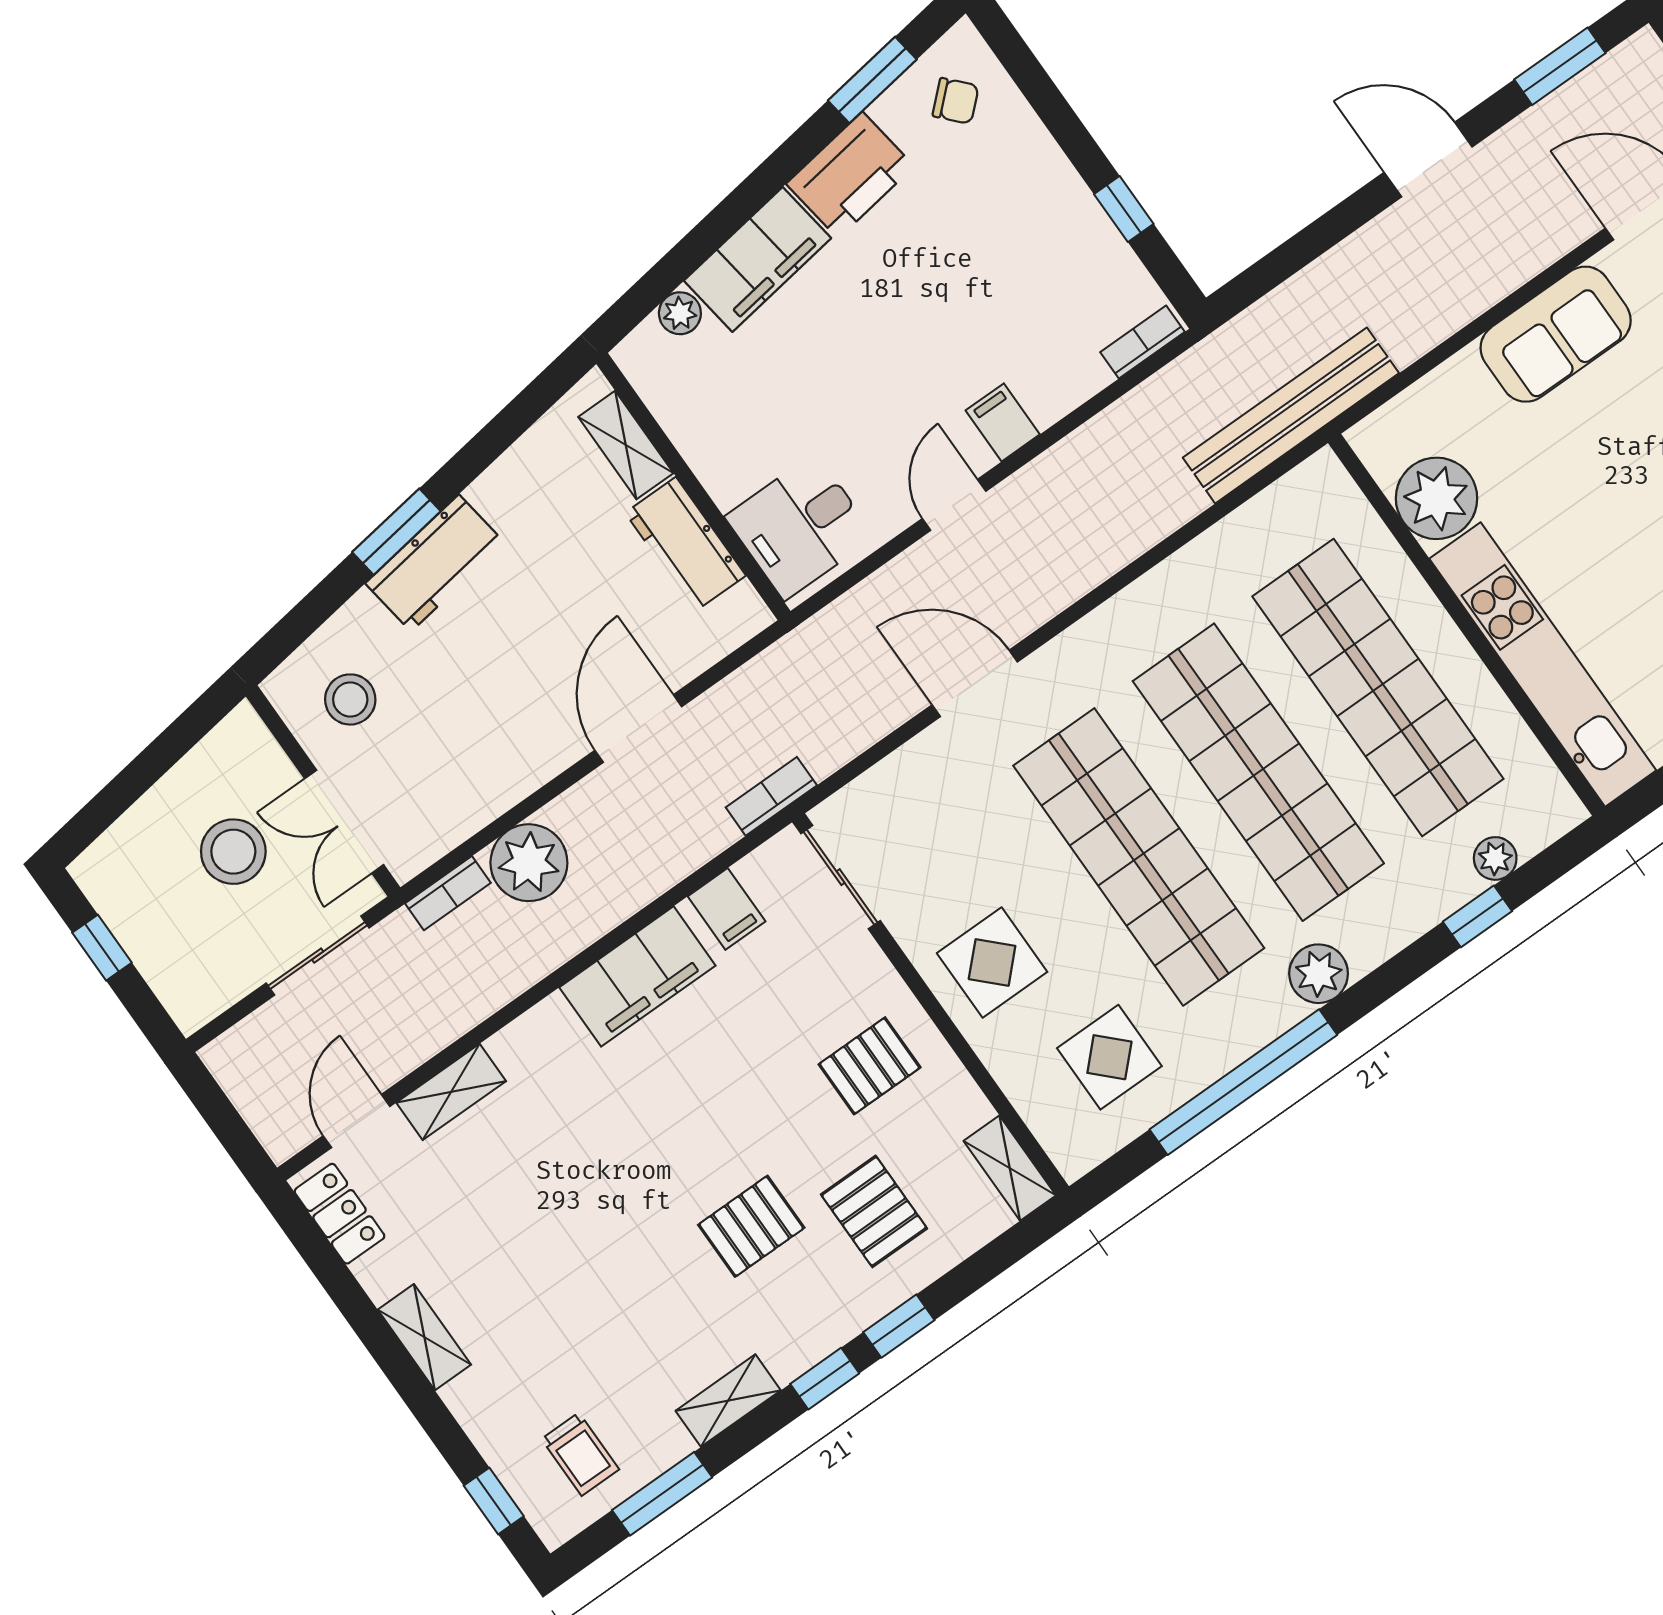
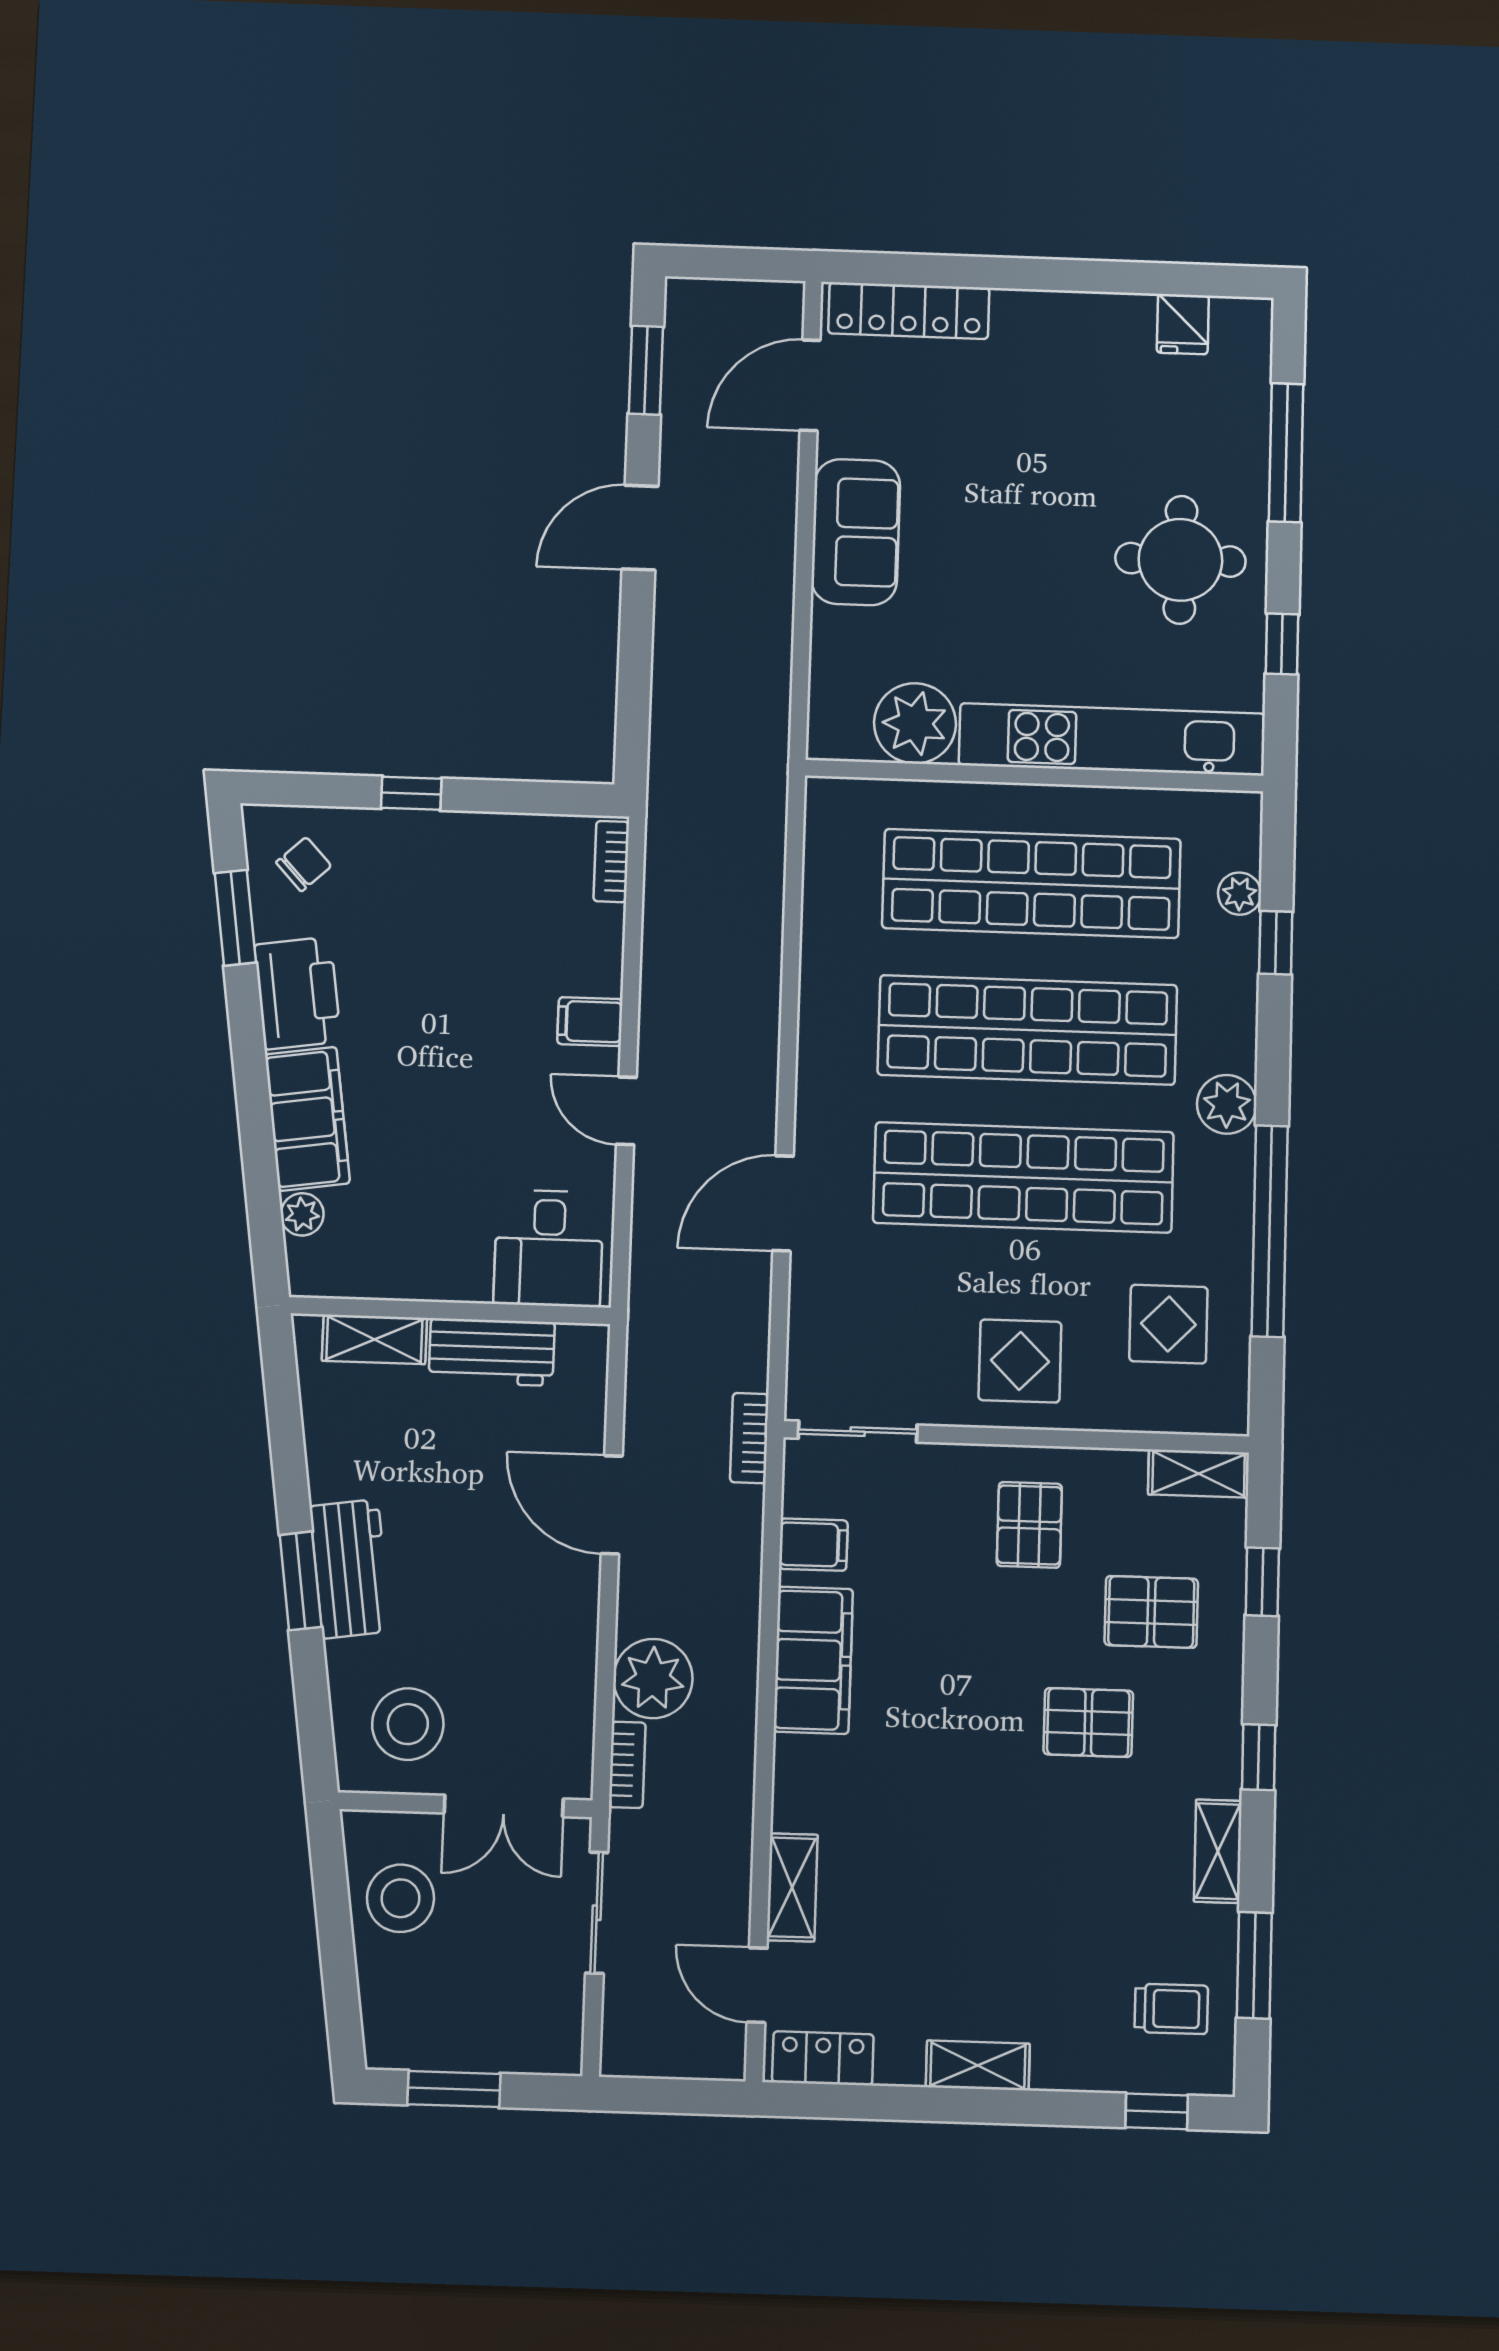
window: (1124, 209) -> (411, 793), moved
bench: (1291, 415) -> (761, 788), removed
stool: (350, 699) -> (408, 1724), width x1.38, depth x1.38
stool: (233, 852) -> (400, 1898), moved
window: (102, 948) -> (454, 2089), width x1.50
pallet: (751, 1226) -> (1088, 1722), turned 90
window: (899, 1326) -> (1262, 1582), moved

